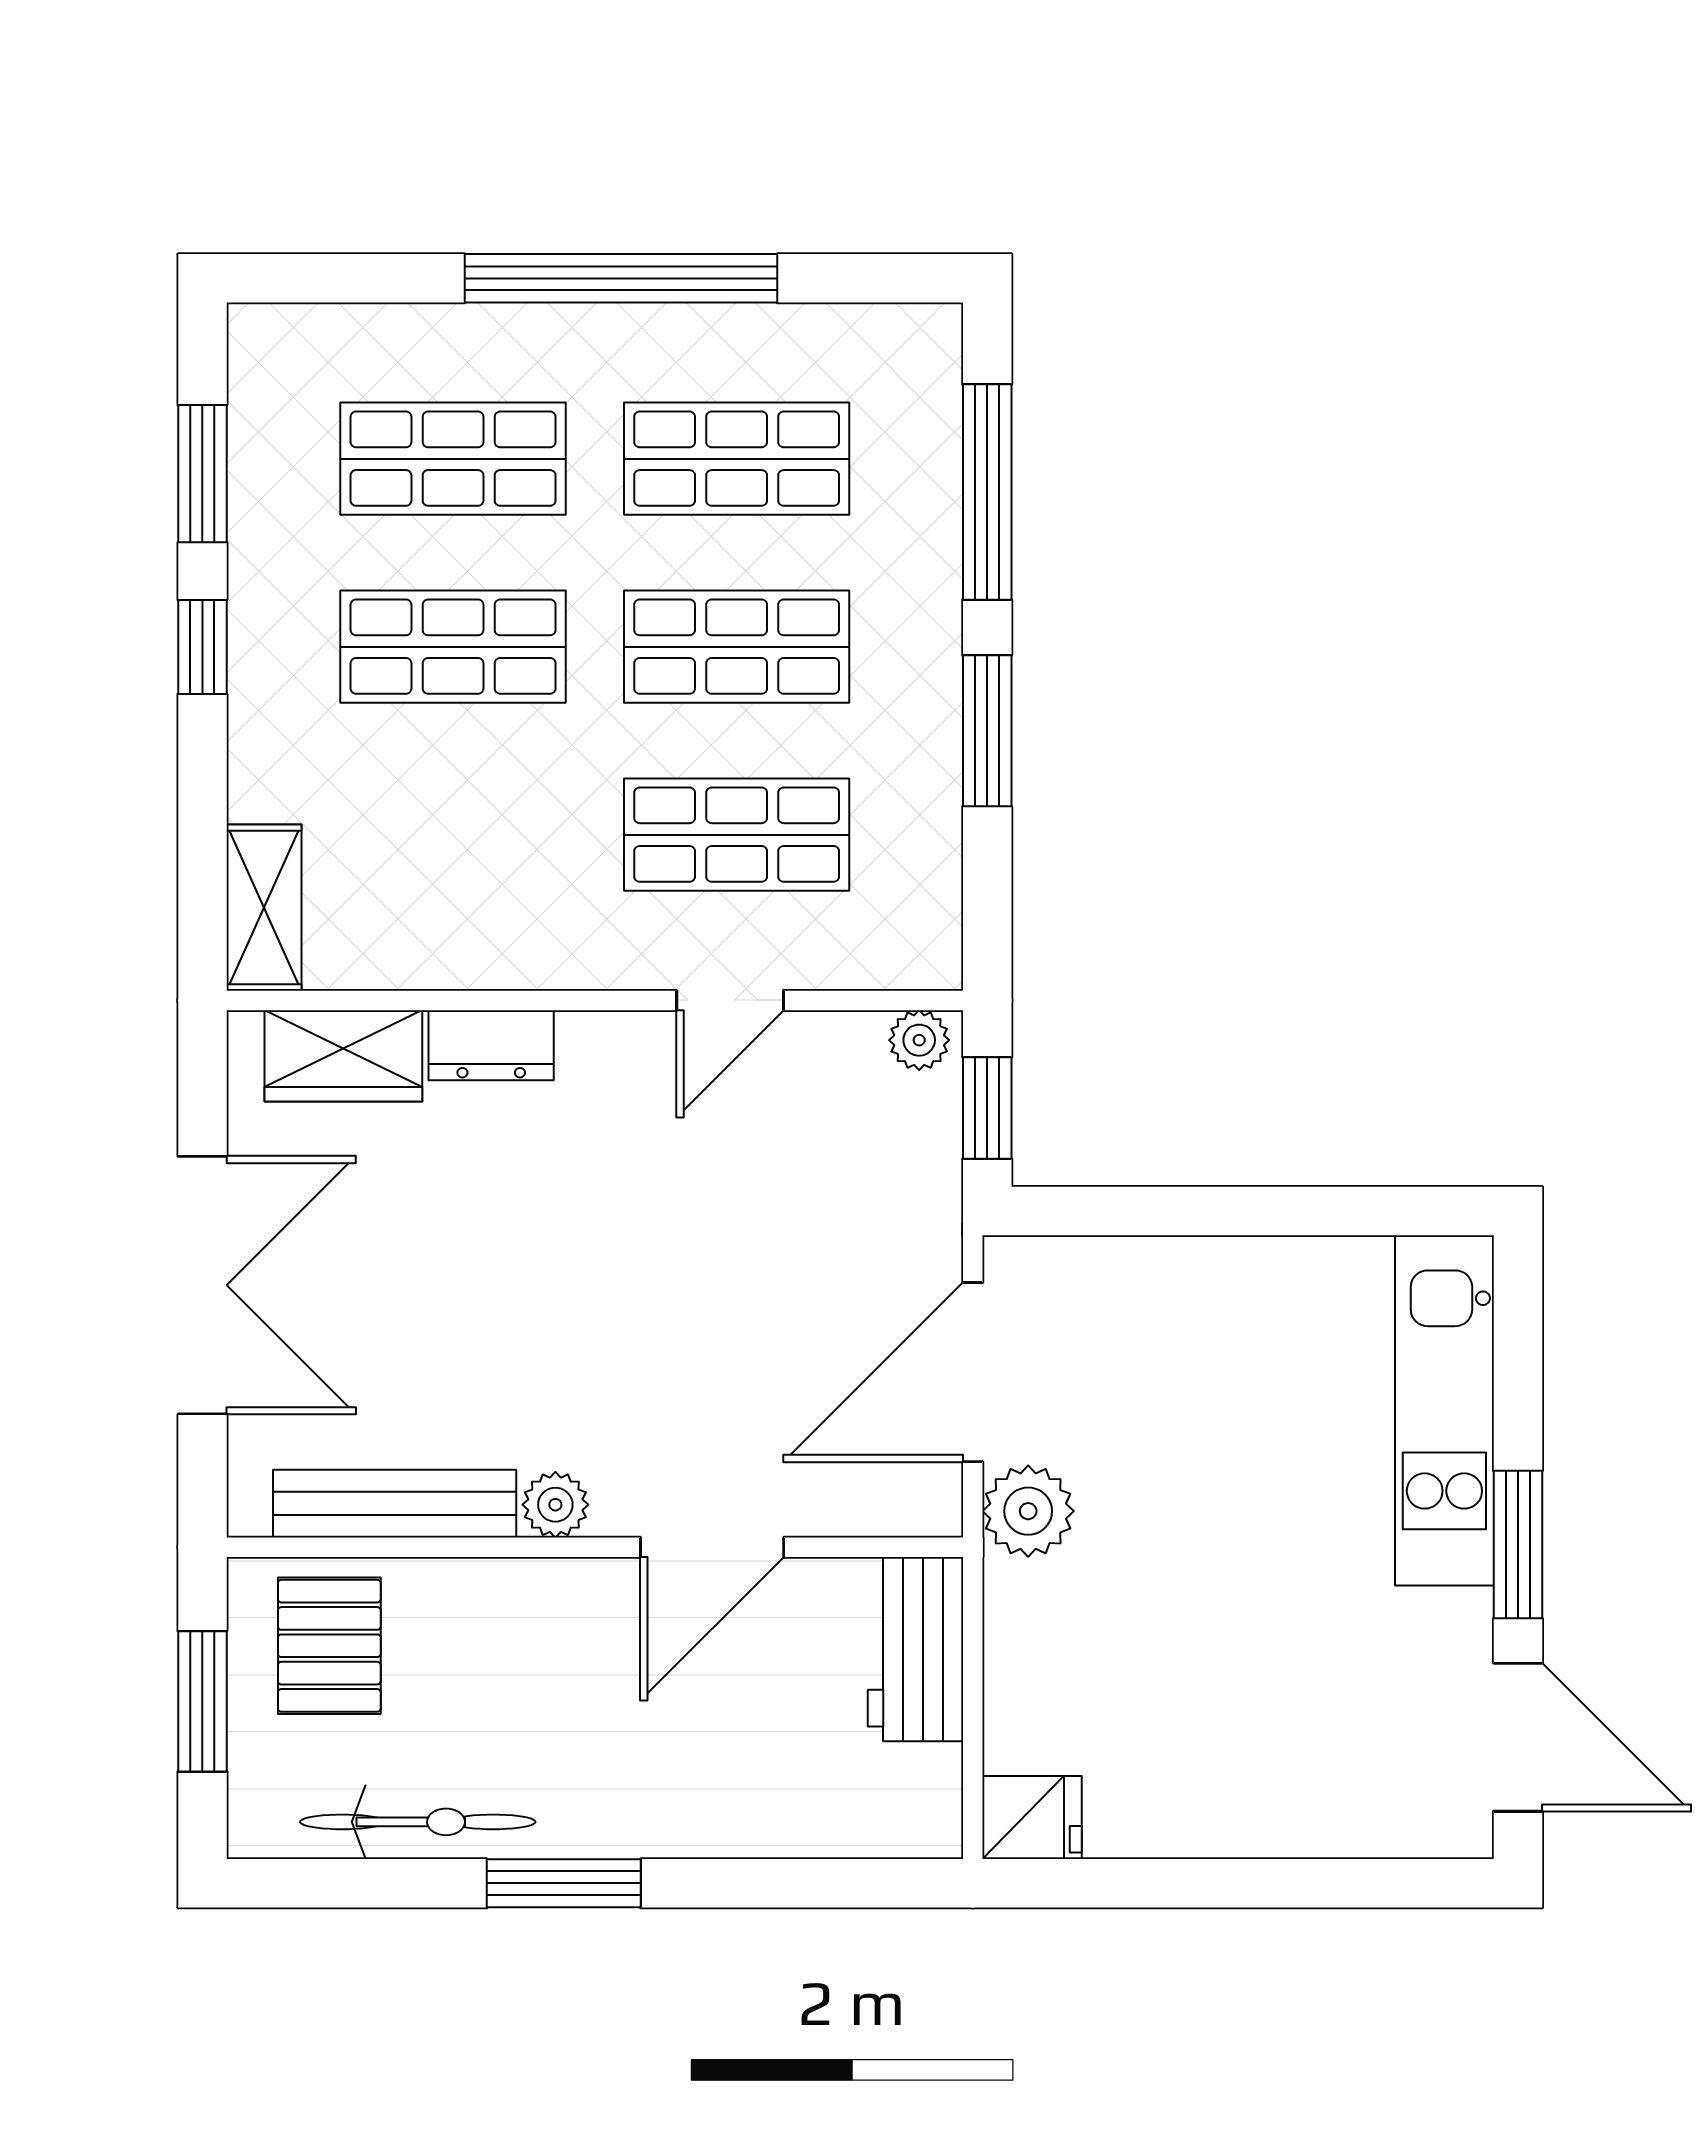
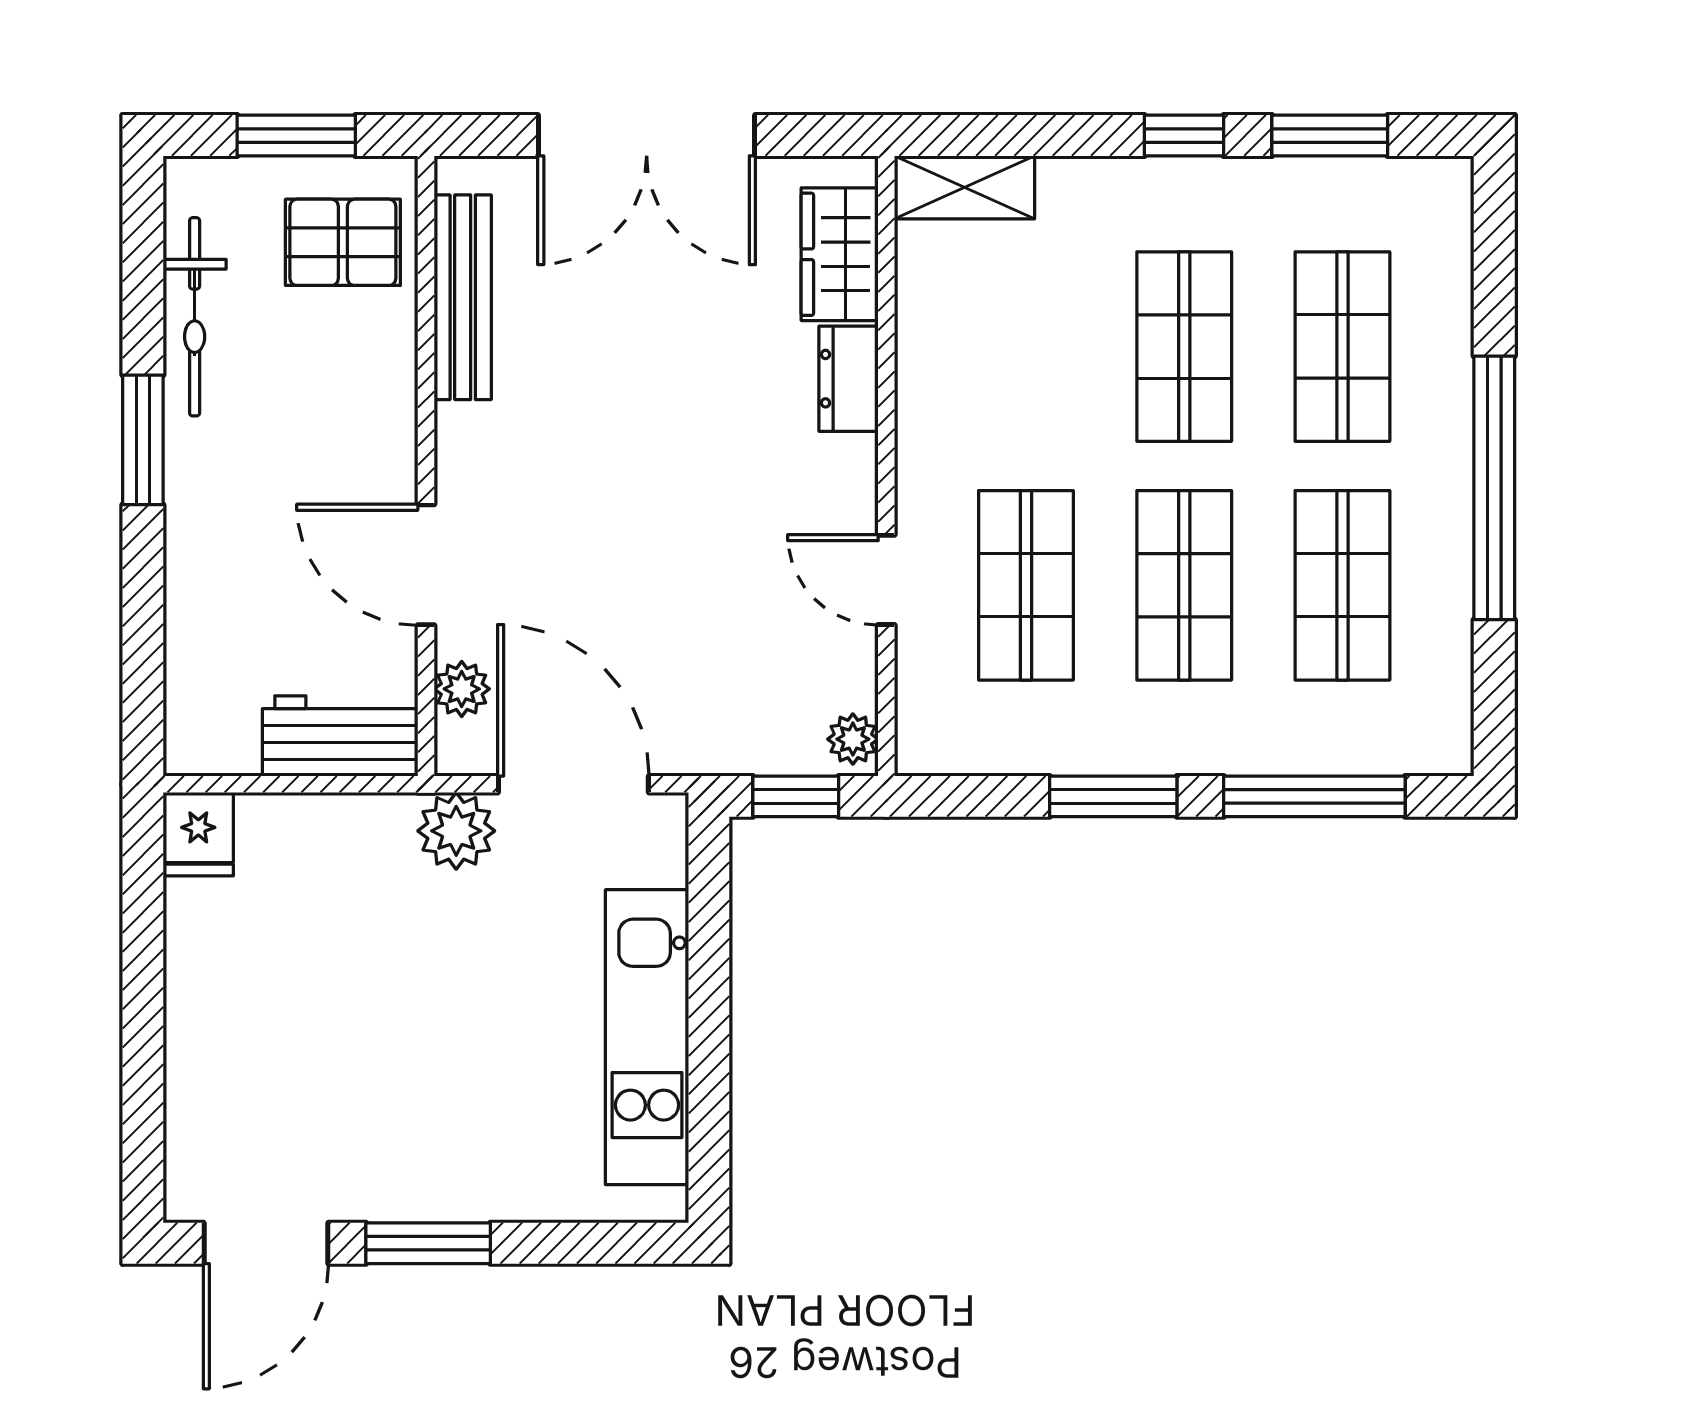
kitchen unit: (1444, 1410) -> (647, 1037), moved, turned -90
plant: (555, 1505) -> (462, 689), moved

